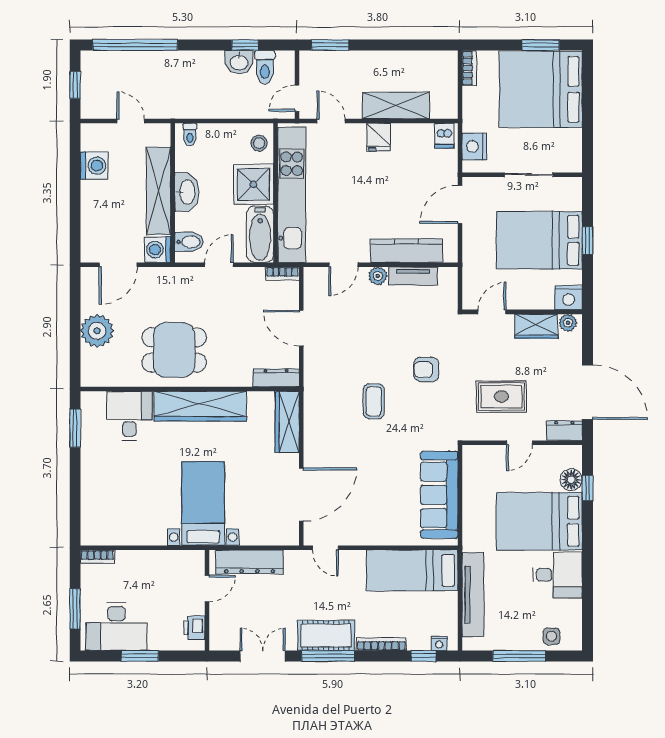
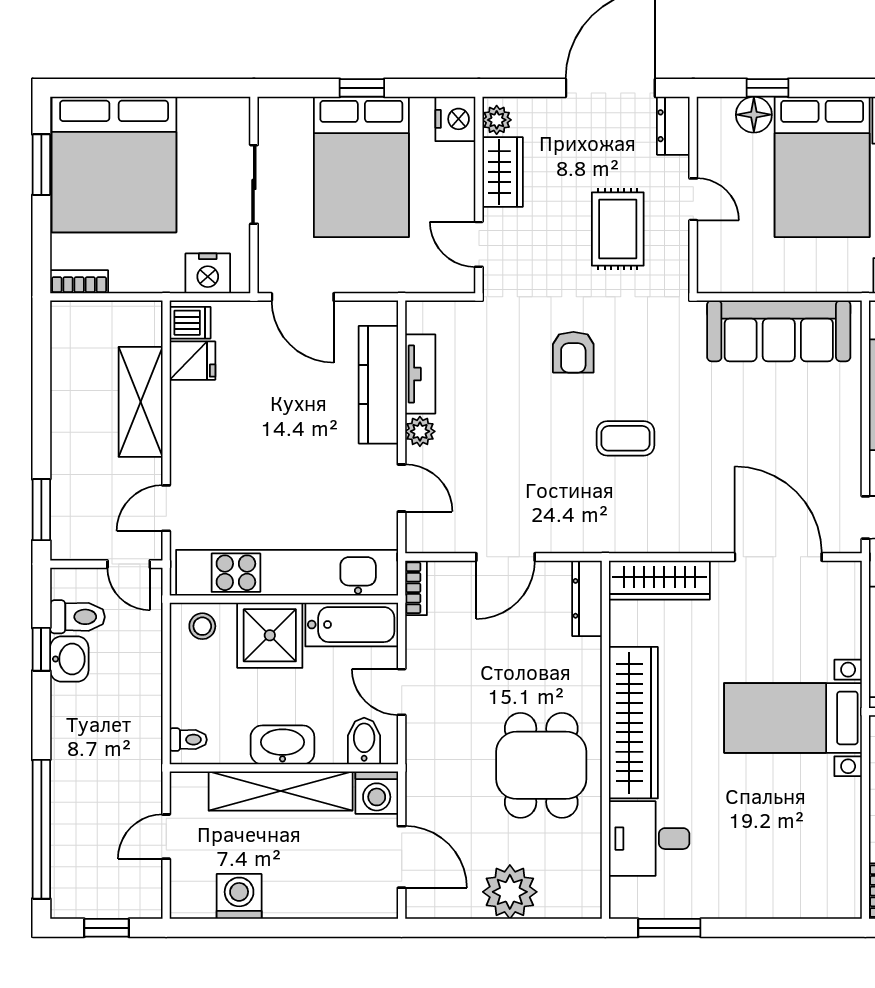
fridge: (378, 137) -> (192, 361), moved

